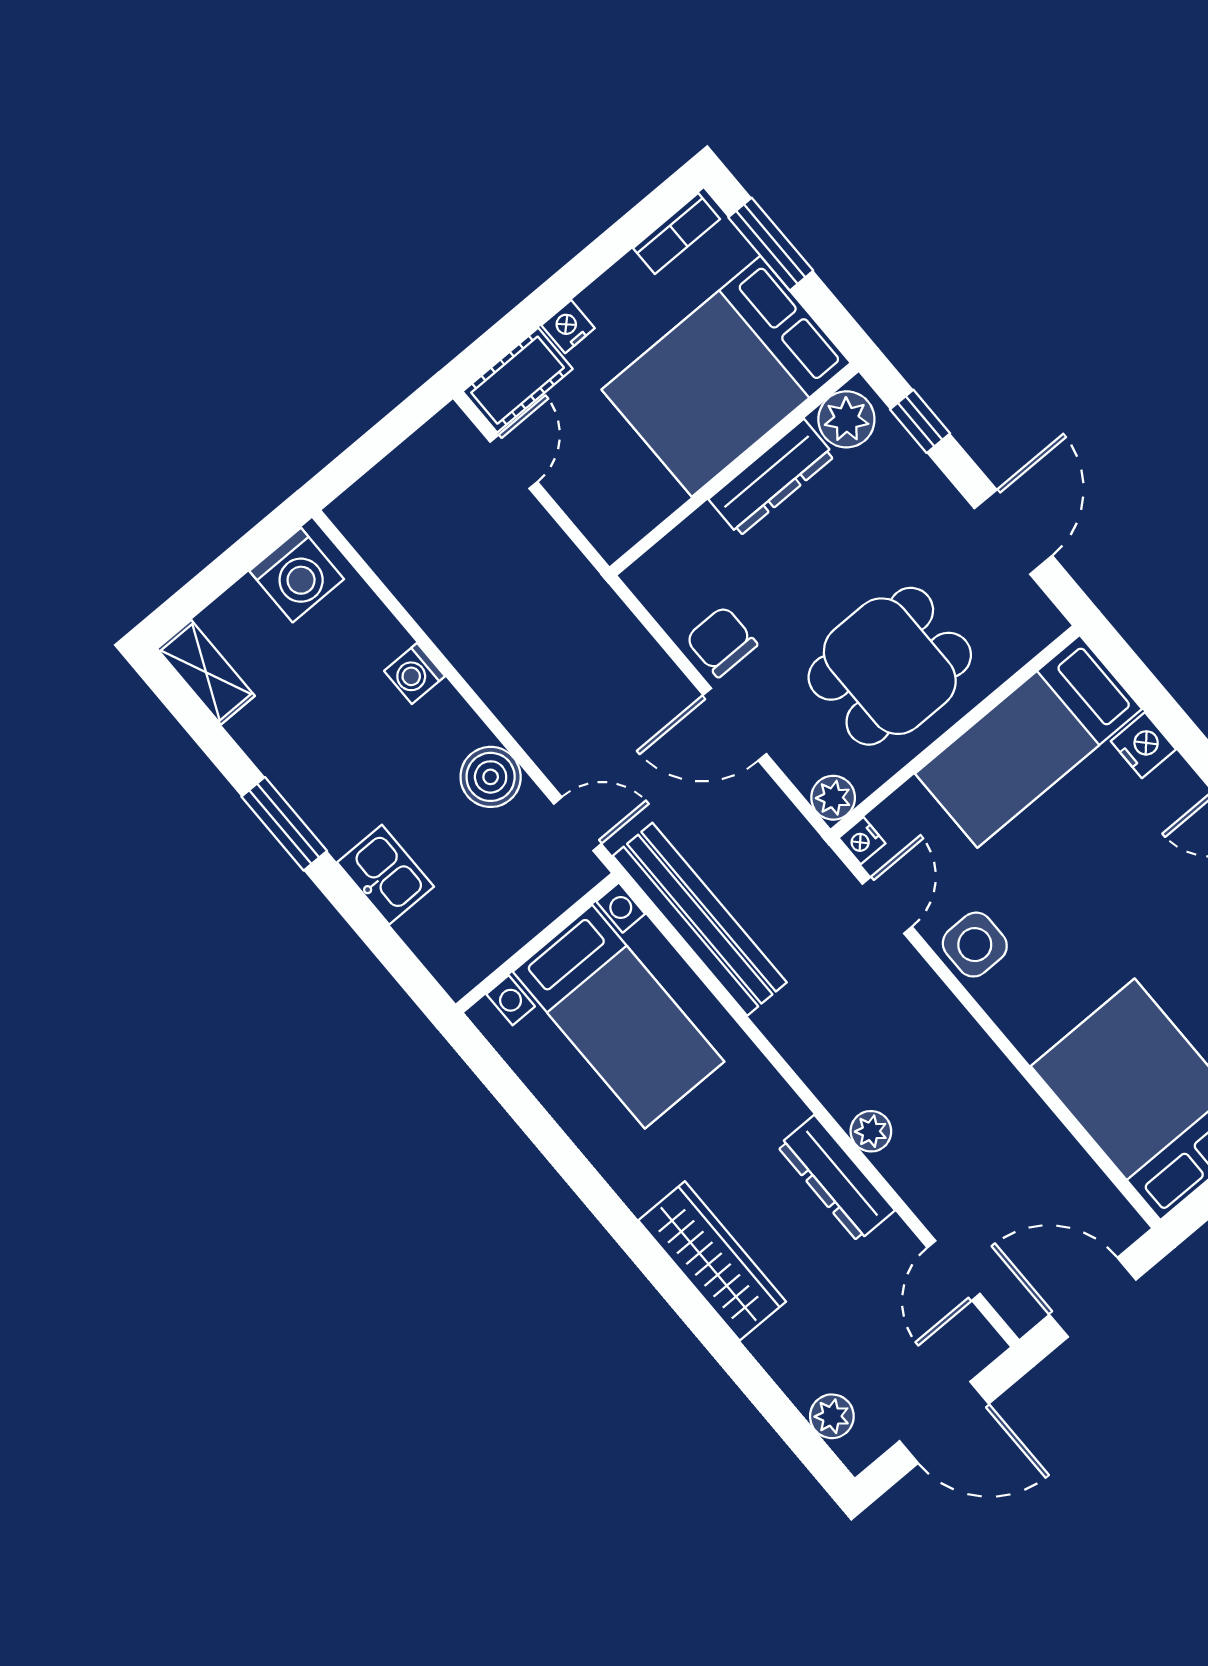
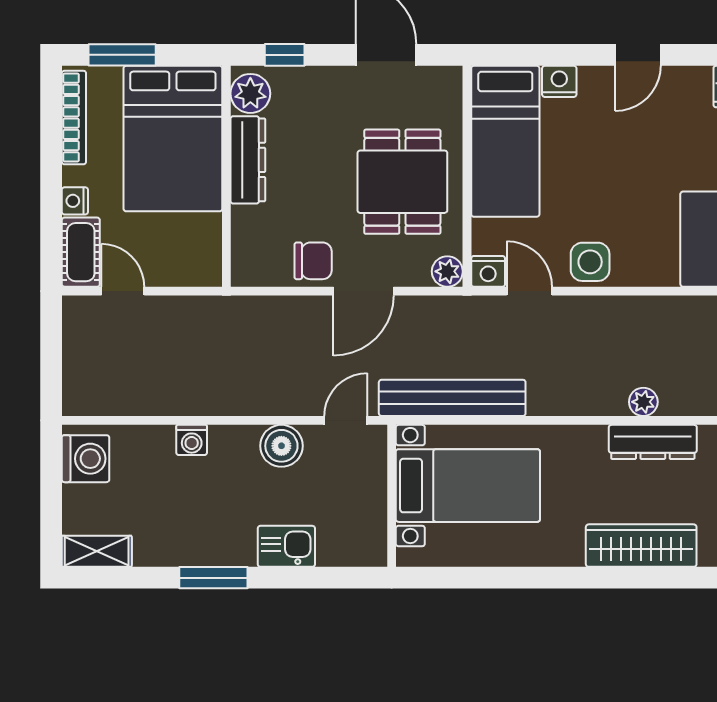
bookcase: (676, 234) -> (74, 118), width x1.56
chair: (721, 642) -> (313, 261), turned 180
nightstand: (862, 841) -> (488, 271), width x1.39, depth x1.35

